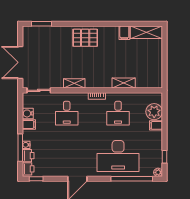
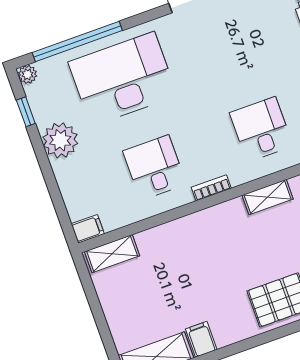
shelving: (124, 83) -> (112, 254), moved
plant: (154, 112) -> (60, 140), moved
filing cabinet: (156, 125) -> (88, 229), moved

